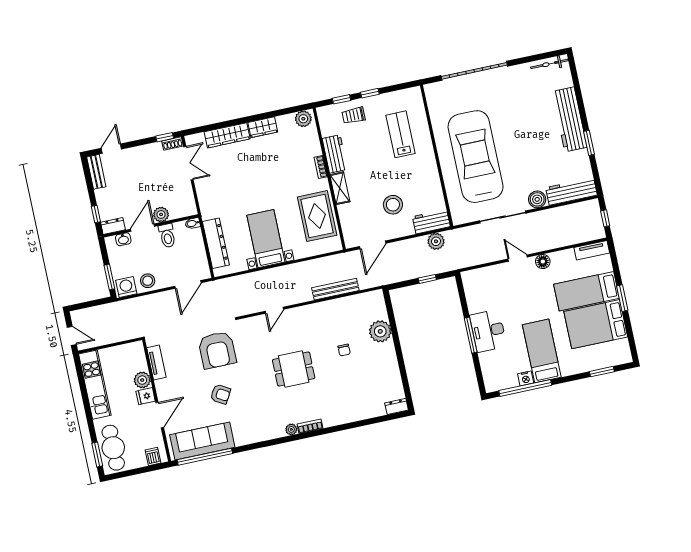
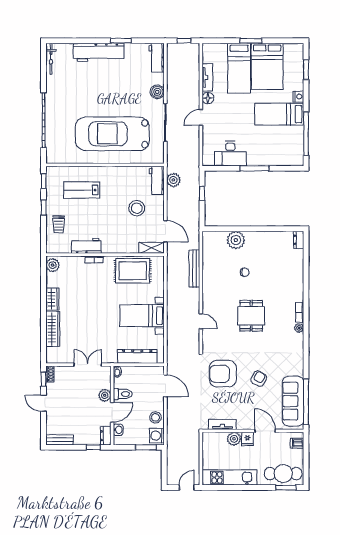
window: (342, 99) -> (44, 181), moved
door: (111, 149) -> (44, 403), moved
double door: (188, 163) -> (88, 365), moved
shelving: (340, 188) -> (152, 248), moved
workbench: (571, 191) -> (157, 58), width x0.73
door: (143, 228) -> (112, 412), swing flipped
tv unit: (592, 250) -> (207, 77), moved
desk: (488, 331) -> (230, 154), moved
armchair: (217, 350) -> (223, 374), turned 180
nightstand: (526, 378) -> (298, 97), moved

